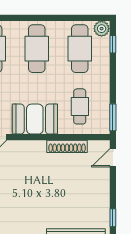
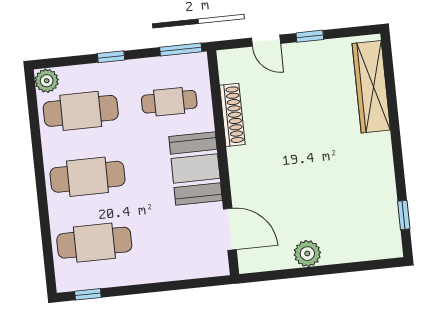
window: (113, 44) -> (111, 57), moved
door: (113, 158) -> (266, 41), moved
window: (113, 218) -> (310, 36), moved

